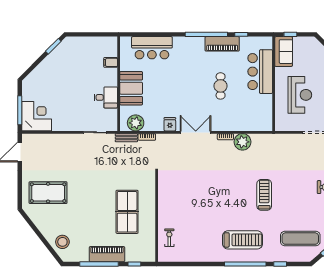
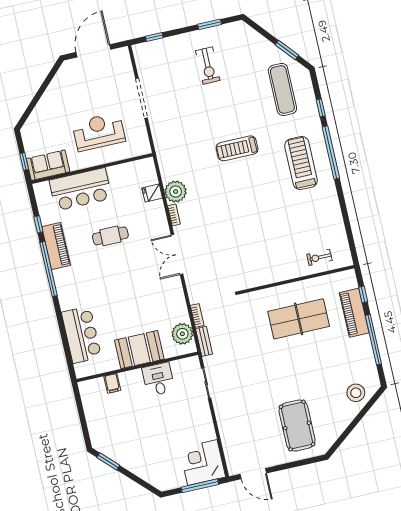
fridge: (170, 124) -> (152, 193), moved
piano: (107, 254) -> (354, 313), moved

